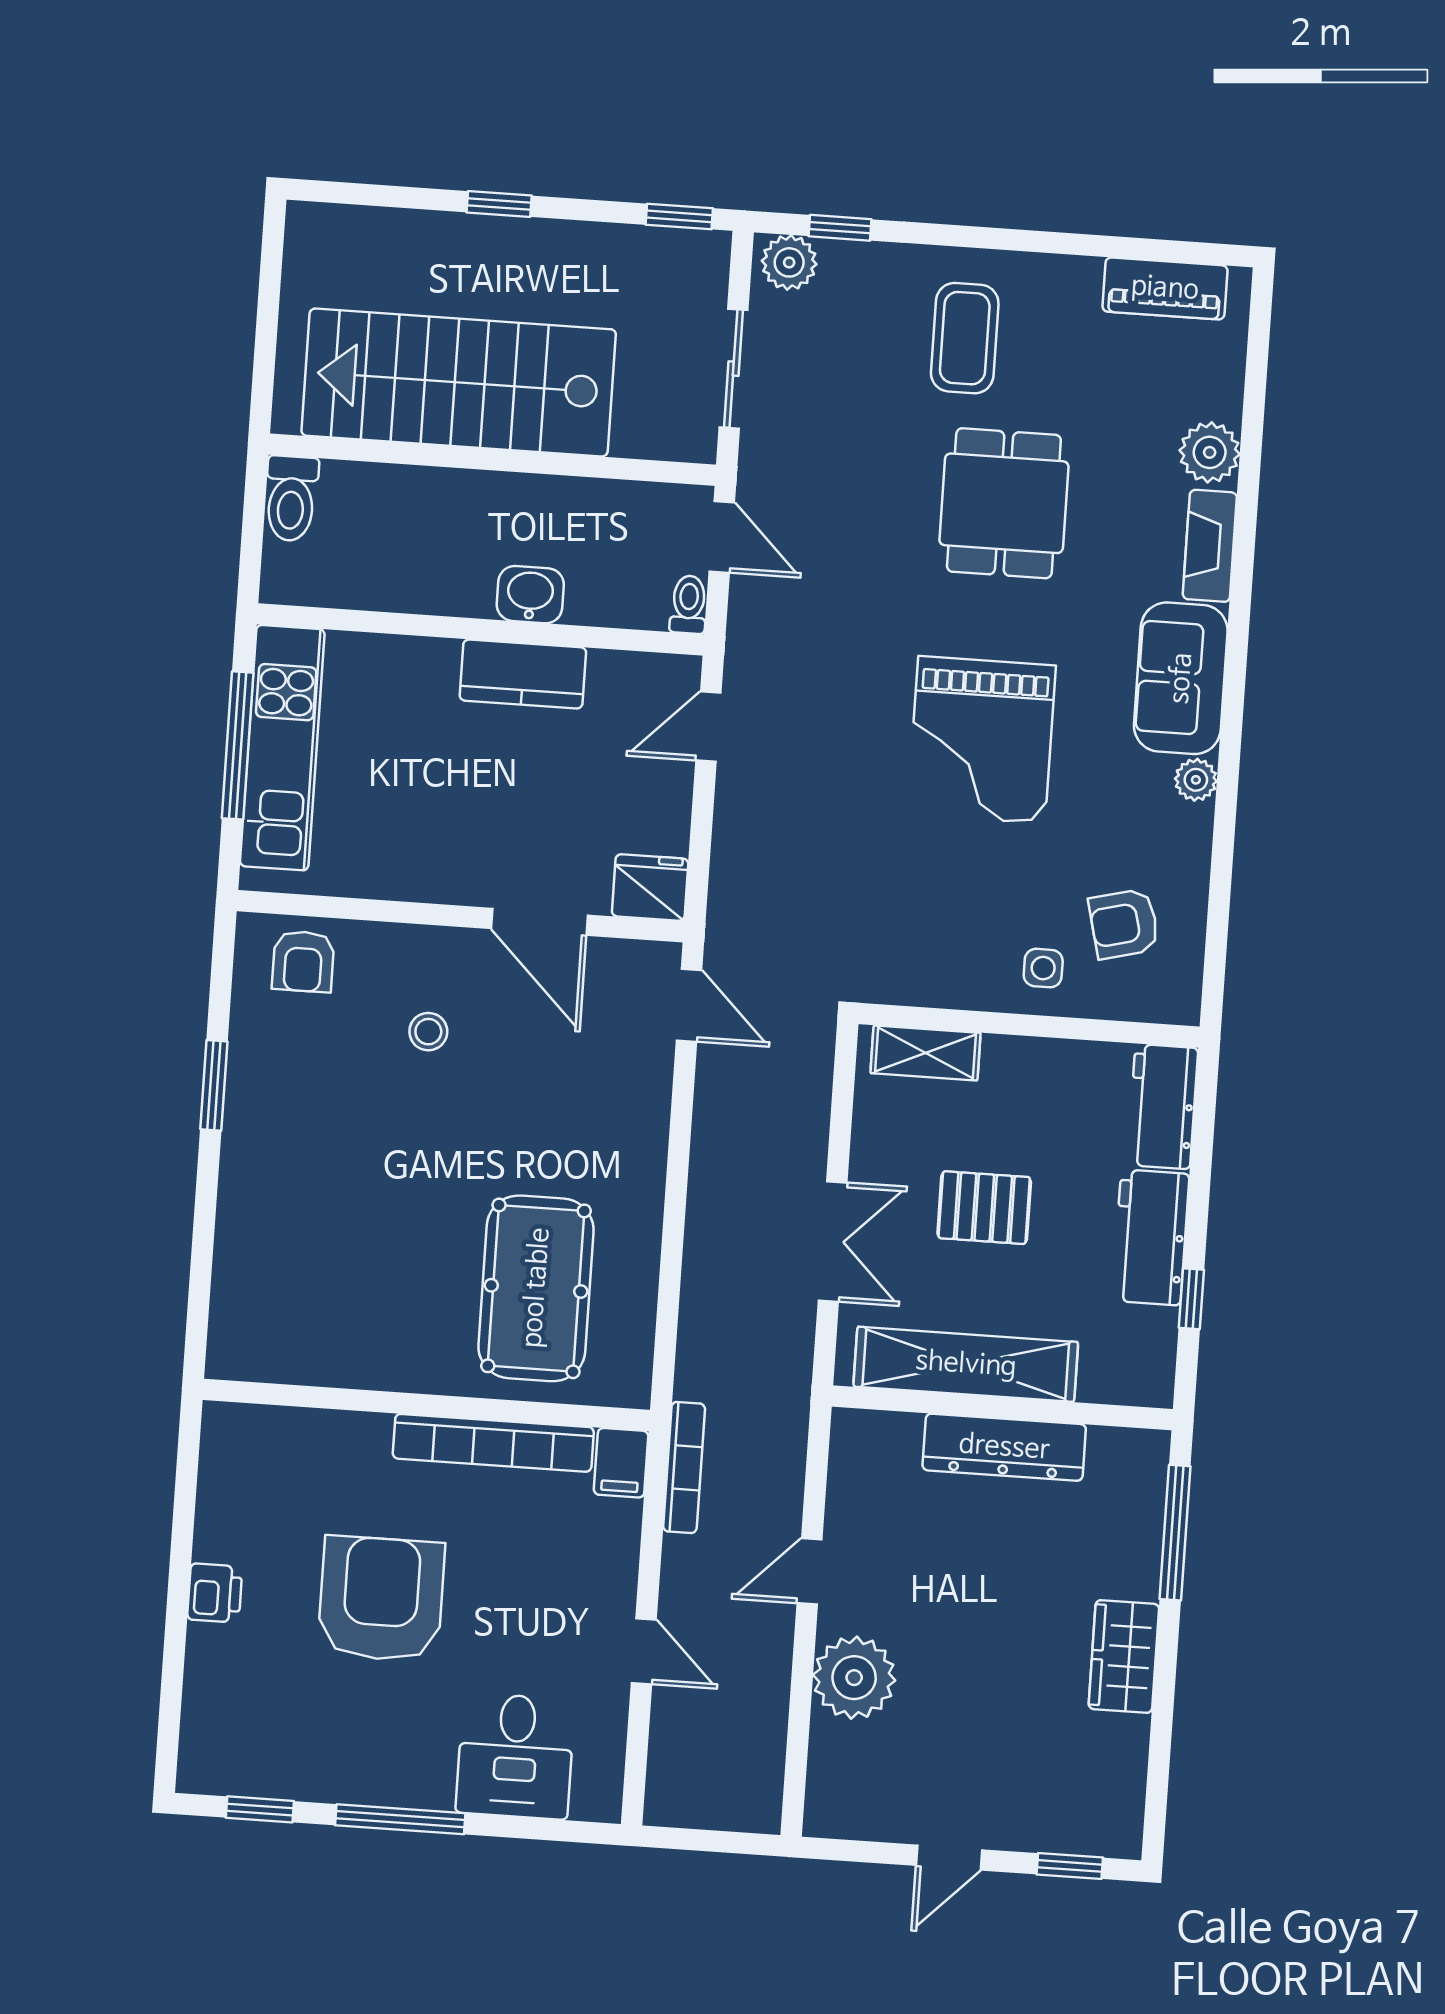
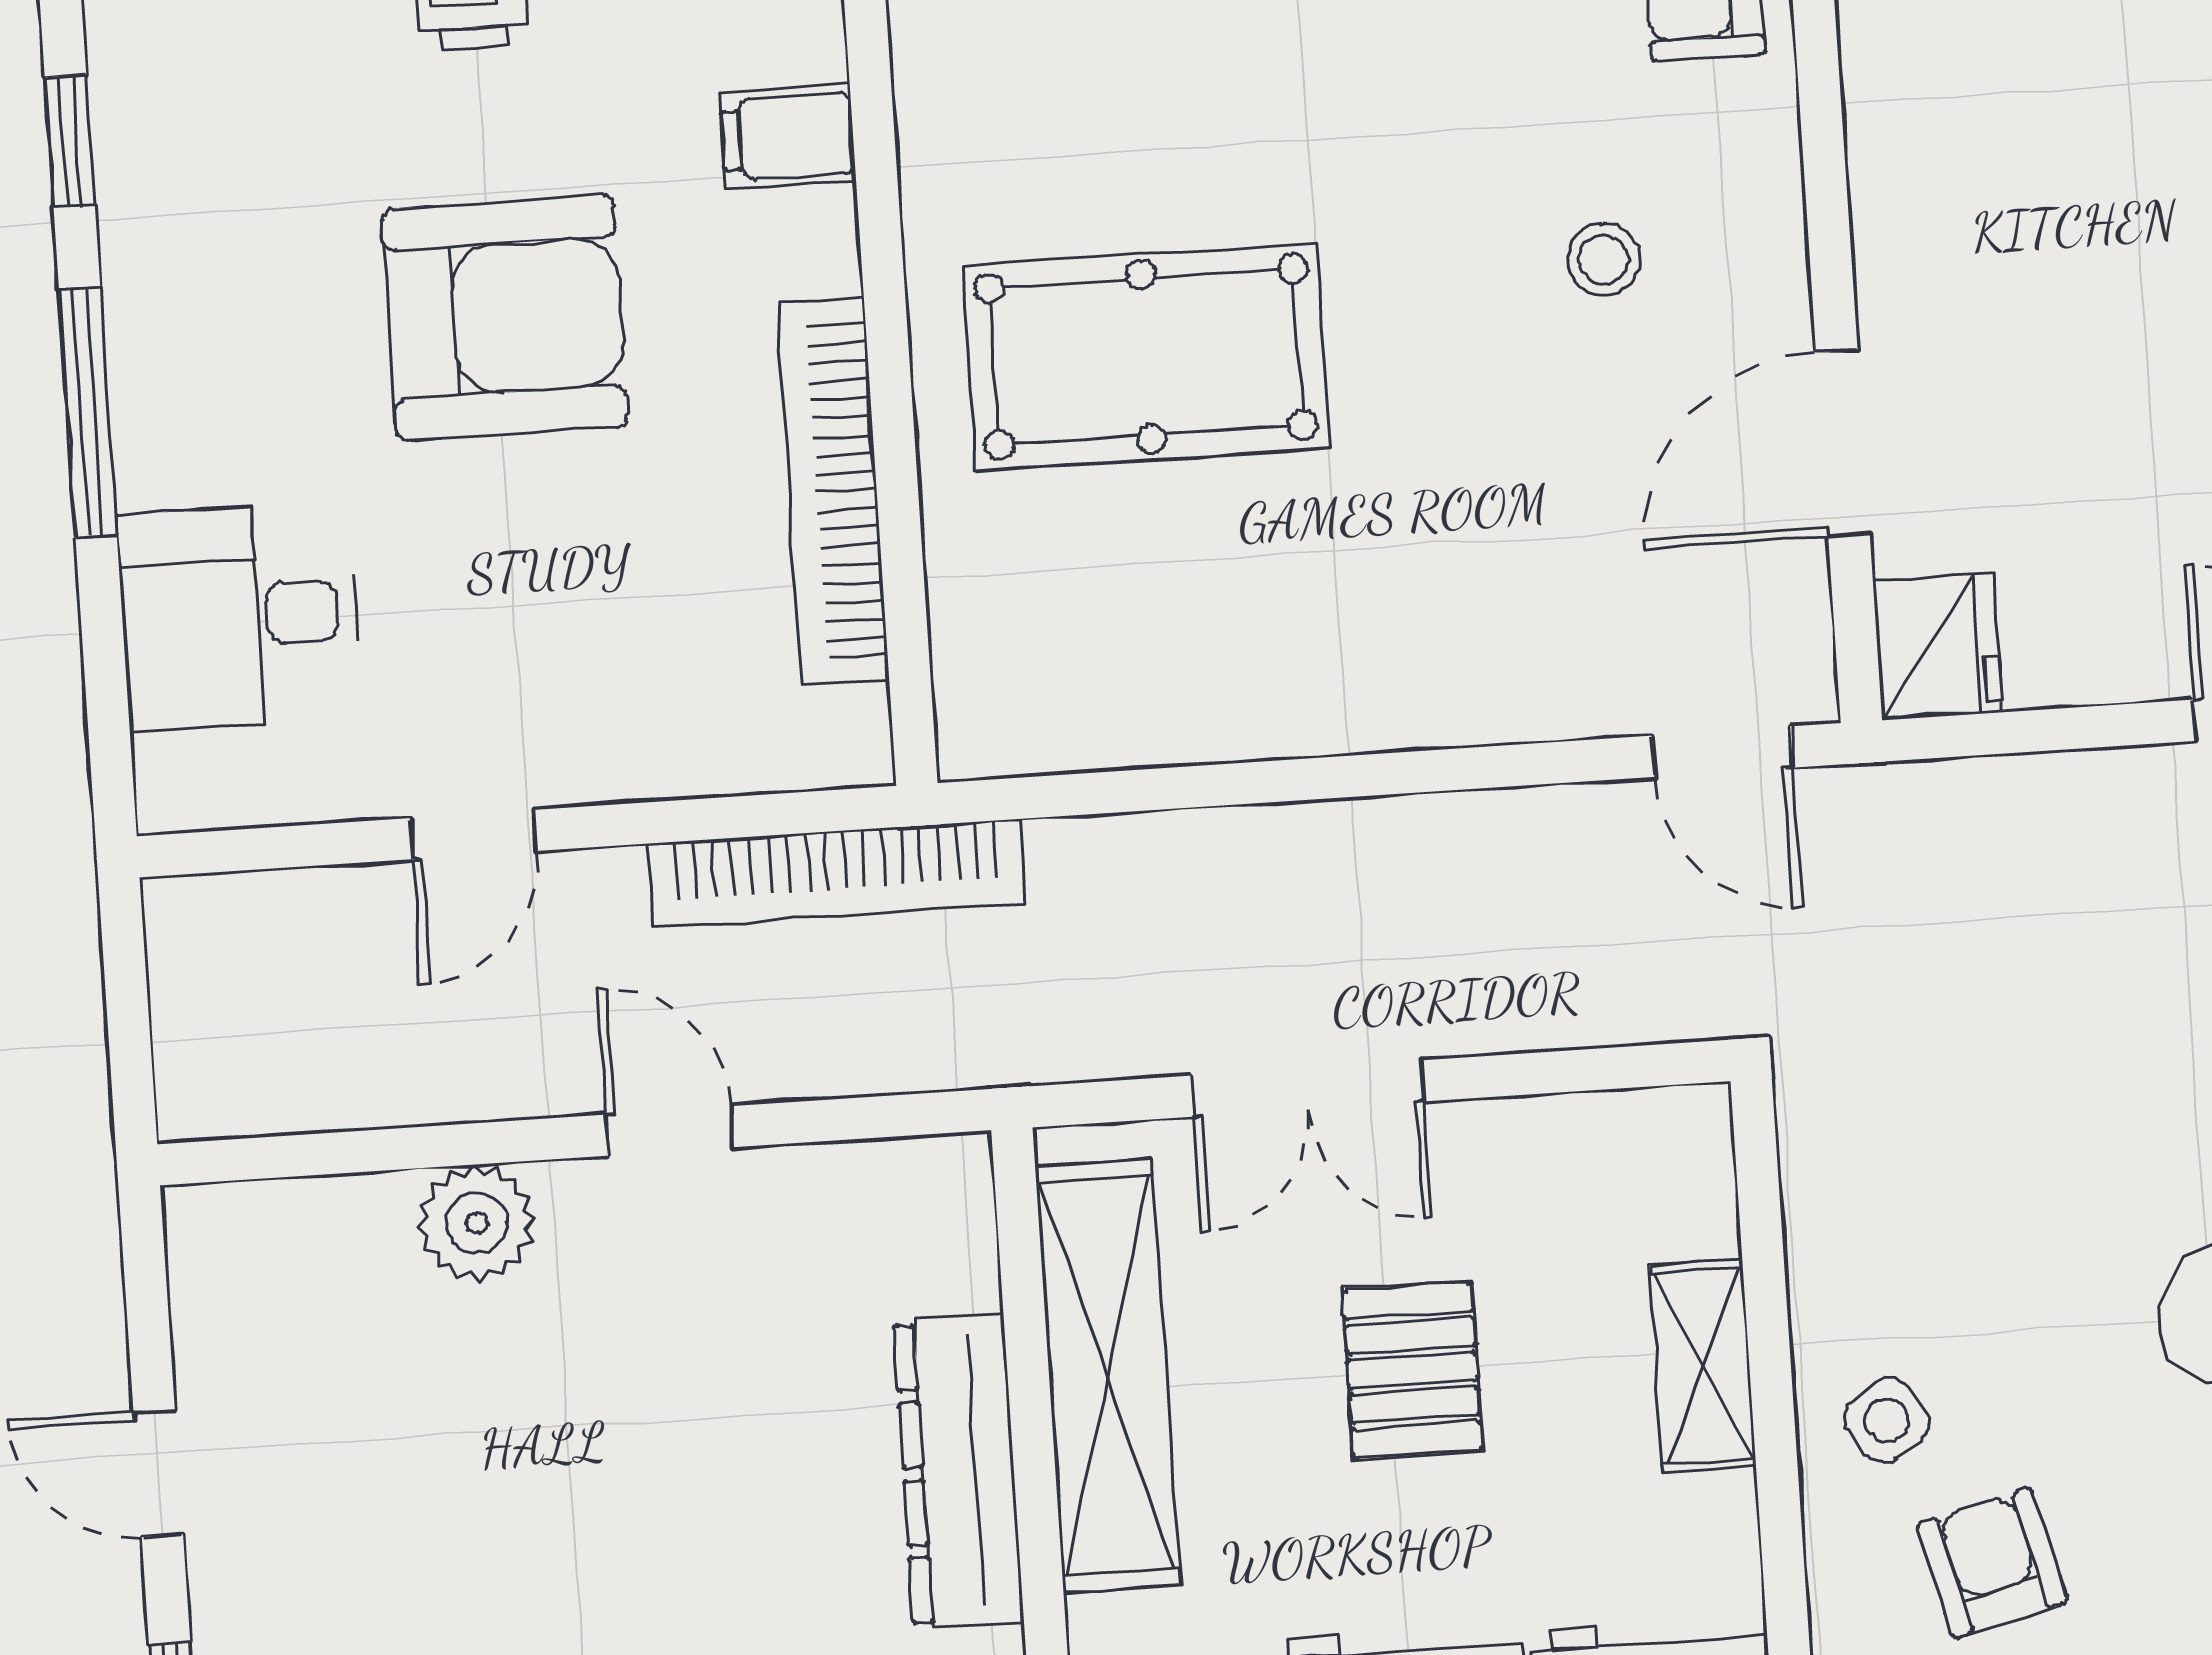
side table: (1043, 968) -> (1887, 1420), turned -34
door: (689, 1005) -> (1722, 752), hinge flipped
shelving: (925, 1053) -> (1703, 1366), moved
pool table: (536, 1288) -> (1146, 357), moved
filing cabinet: (621, 1463) -> (788, 137), moved
bookcase: (684, 1467) -> (837, 873), width x1.48, depth x1.31
plant: (854, 1678) -> (477, 1223), width x0.73, depth x0.73

